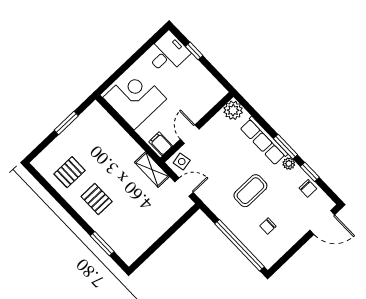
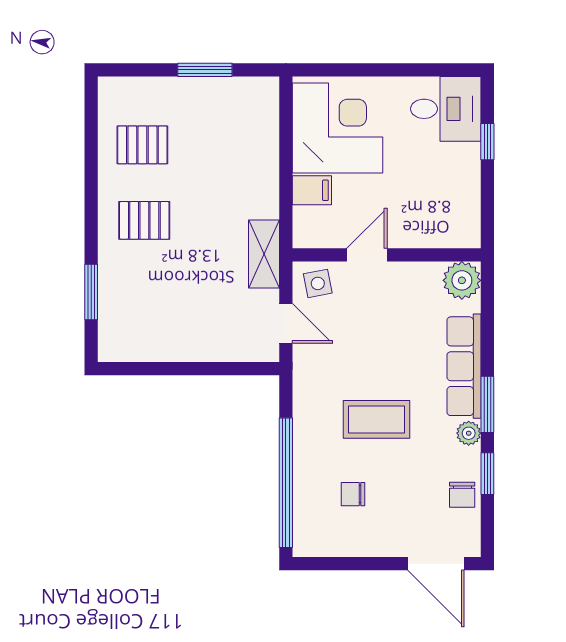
filing cabinet: (161, 144) -> (312, 190), moved, turned 90
pallet: (97, 199) -> (144, 220), turned 90

